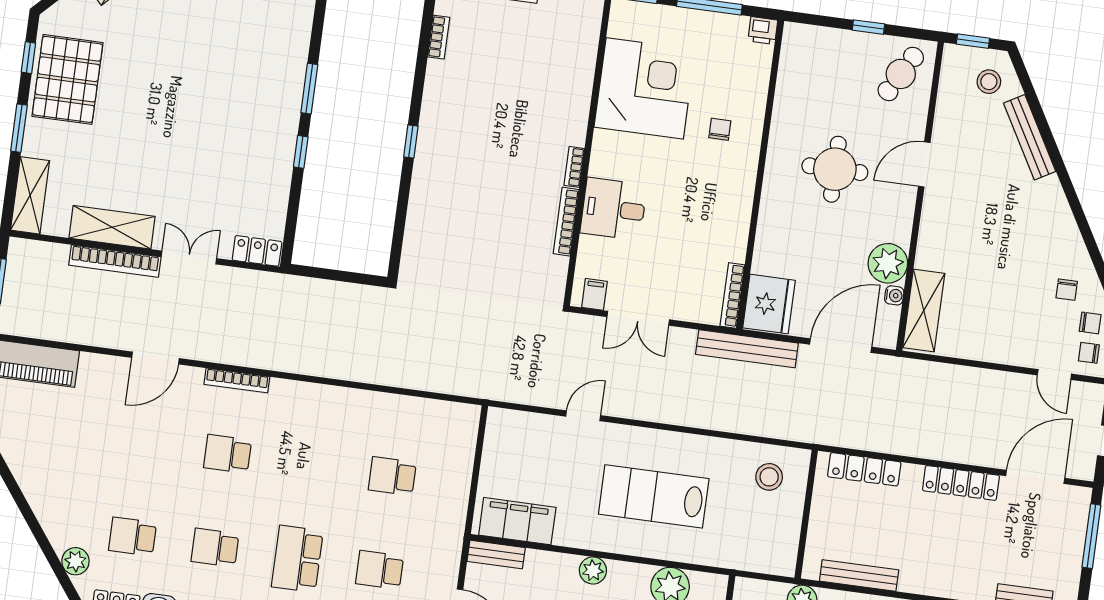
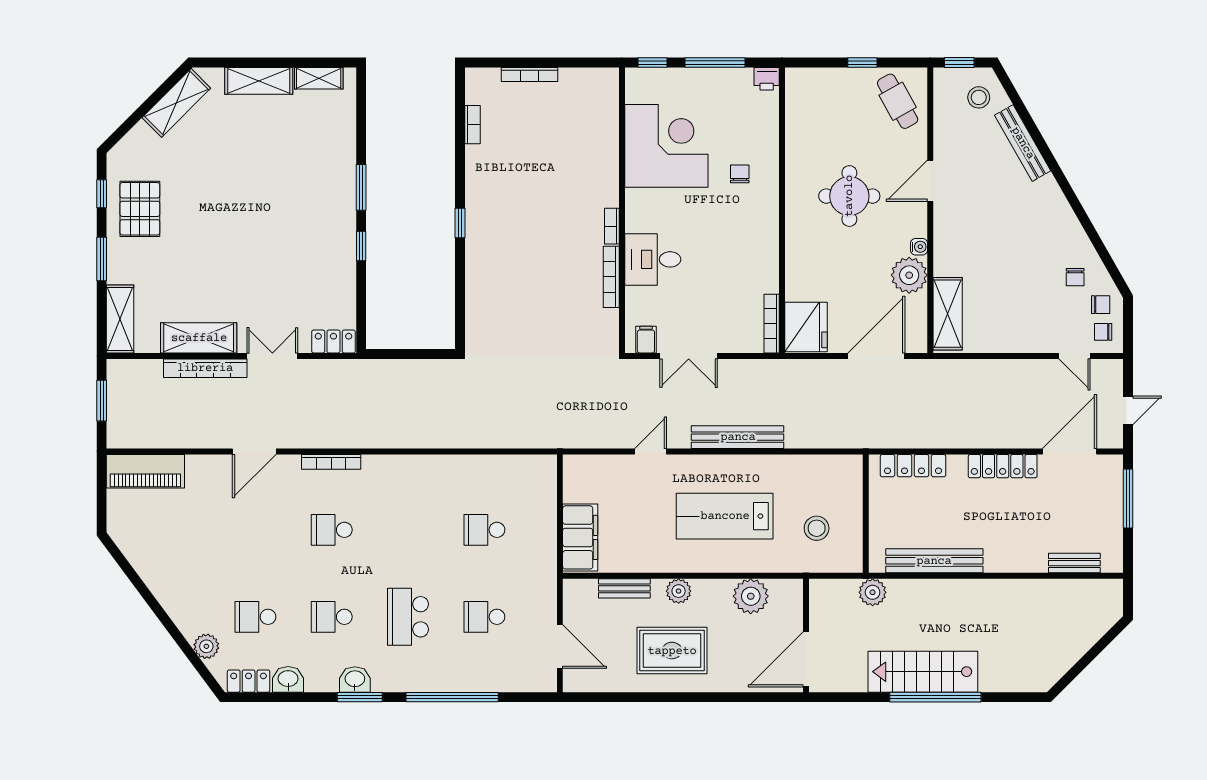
cafe table: (901, 74) -> (898, 101), turned -58
pallet: (67, 79) -> (140, 209), width x0.73, depth x0.71
water cooler: (894, 295) -> (919, 247), moved
bench: (747, 349) -> (738, 437), moved
stool: (769, 477) -> (817, 528), moved
filing cabinet: (517, 521) -> (580, 537), moved, turned 90
bench: (496, 554) -> (624, 588), moved
bench: (859, 576) -> (934, 561), width x1.37, depth x1.21

